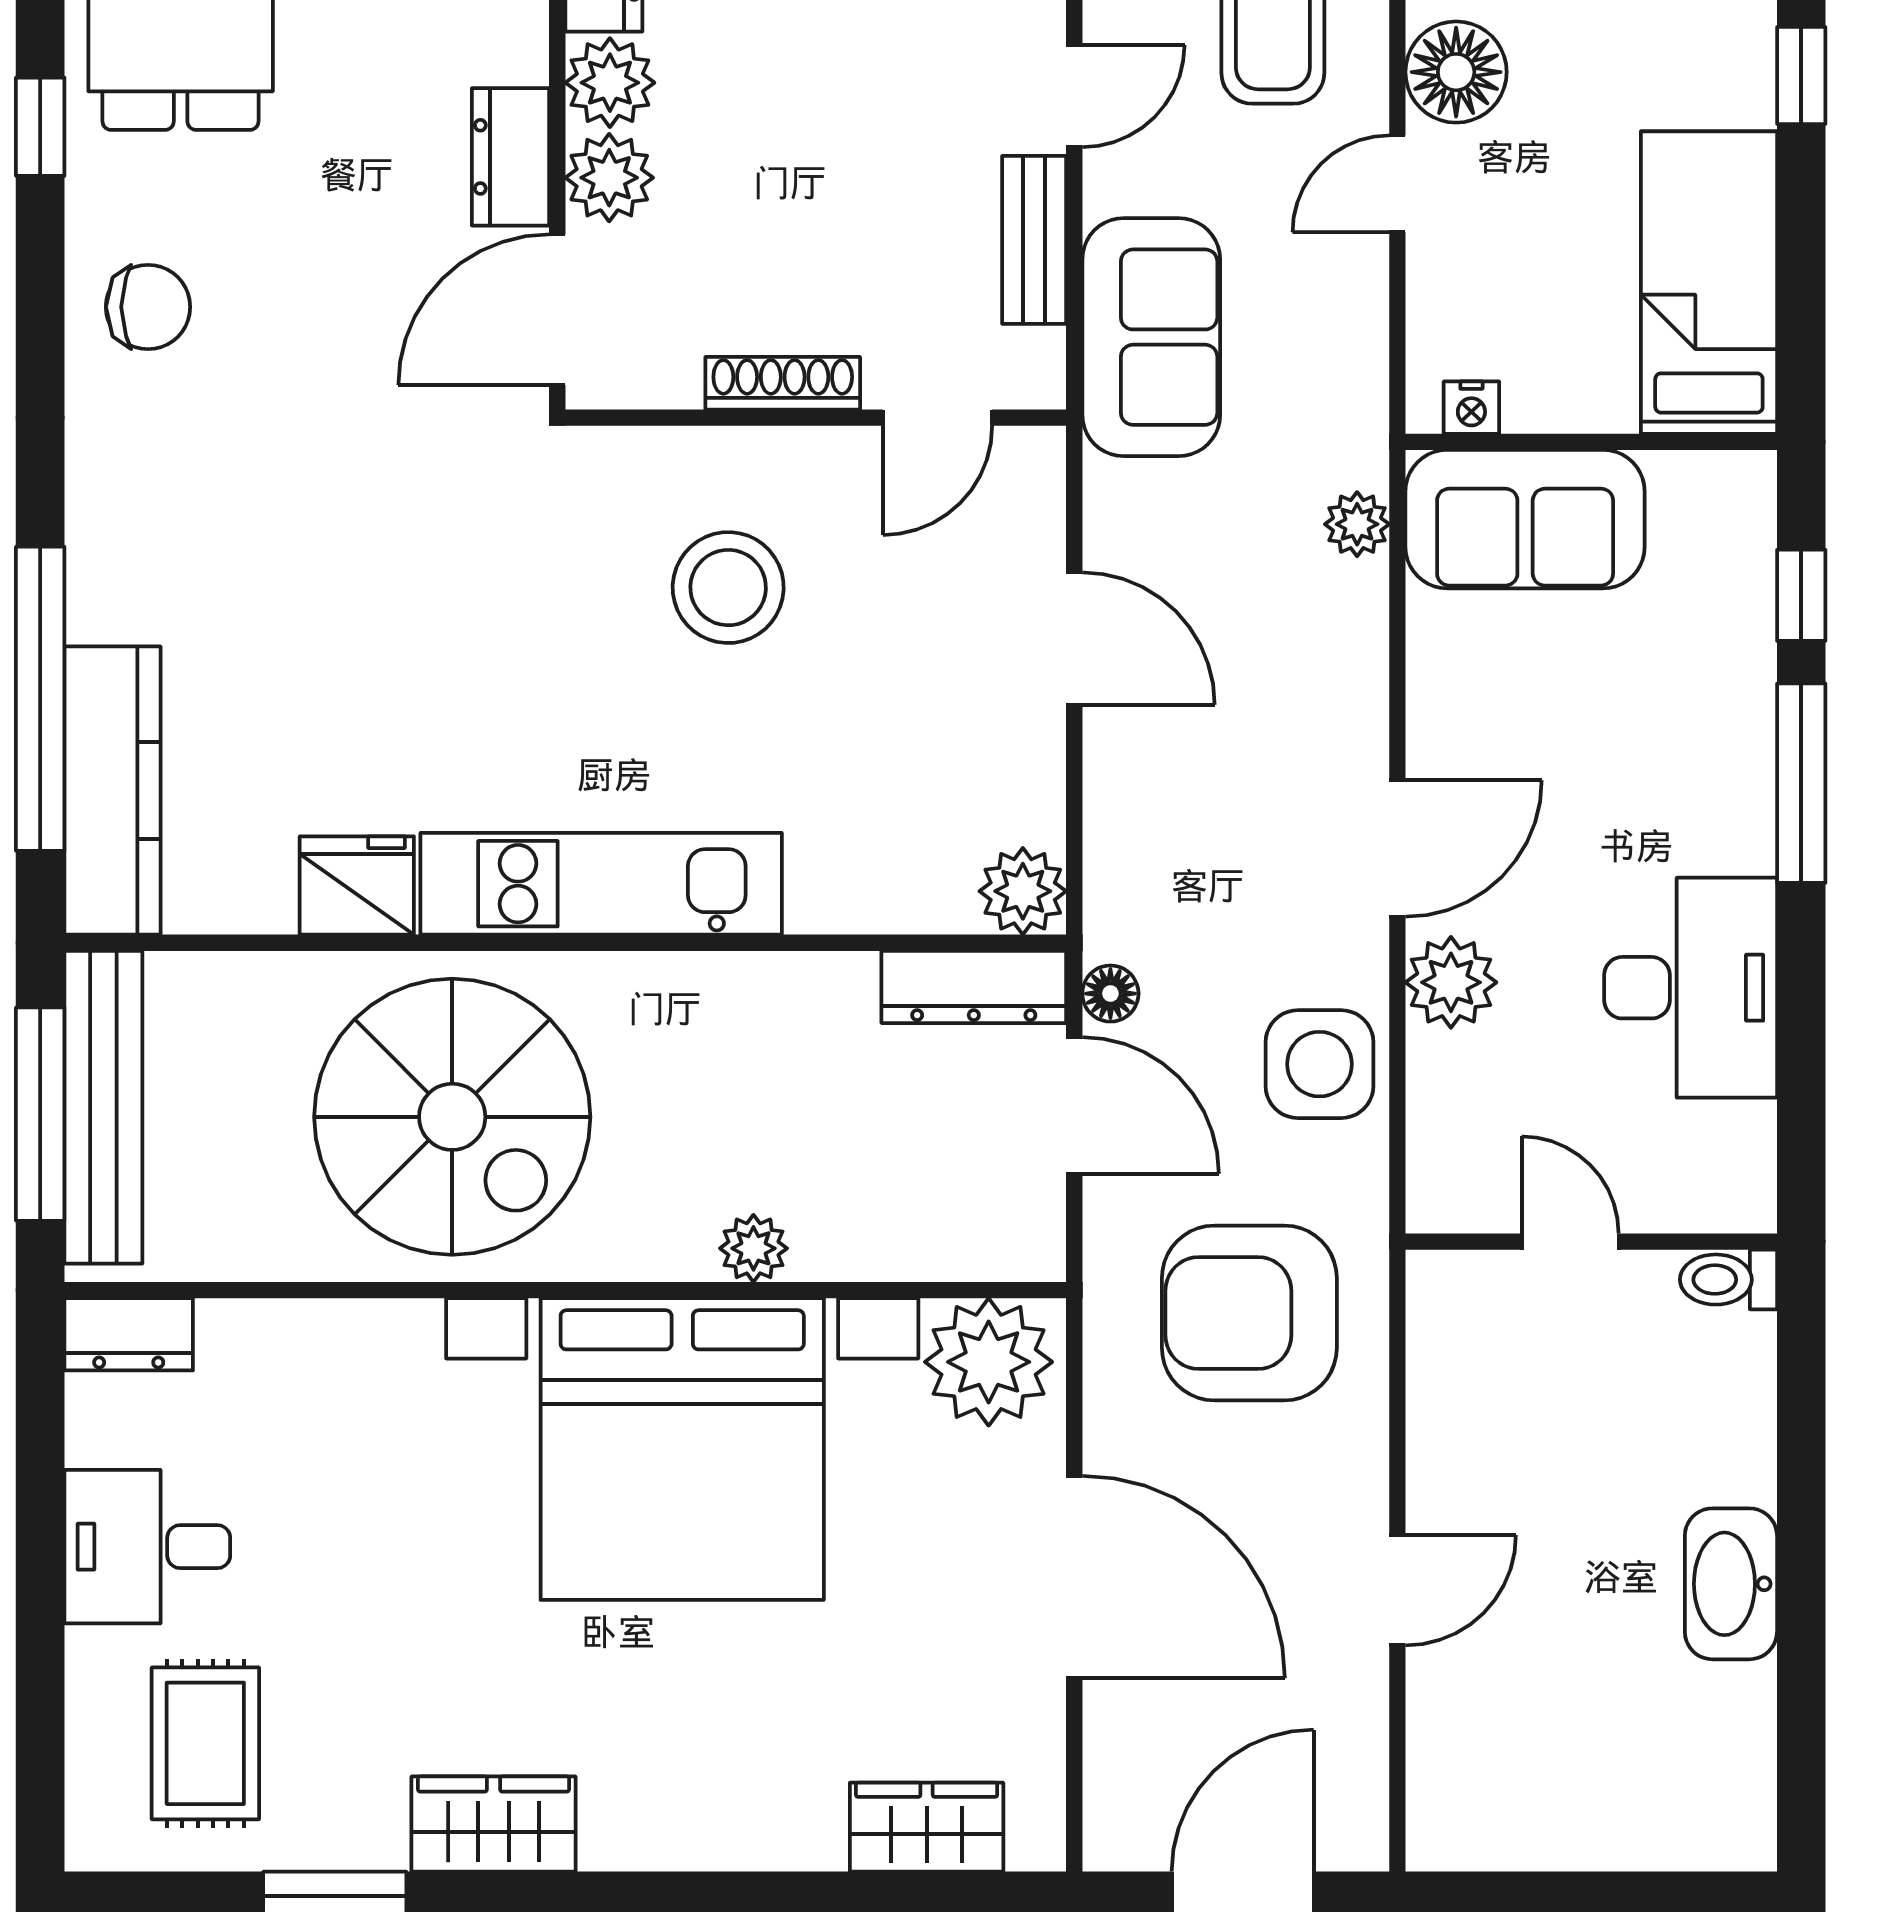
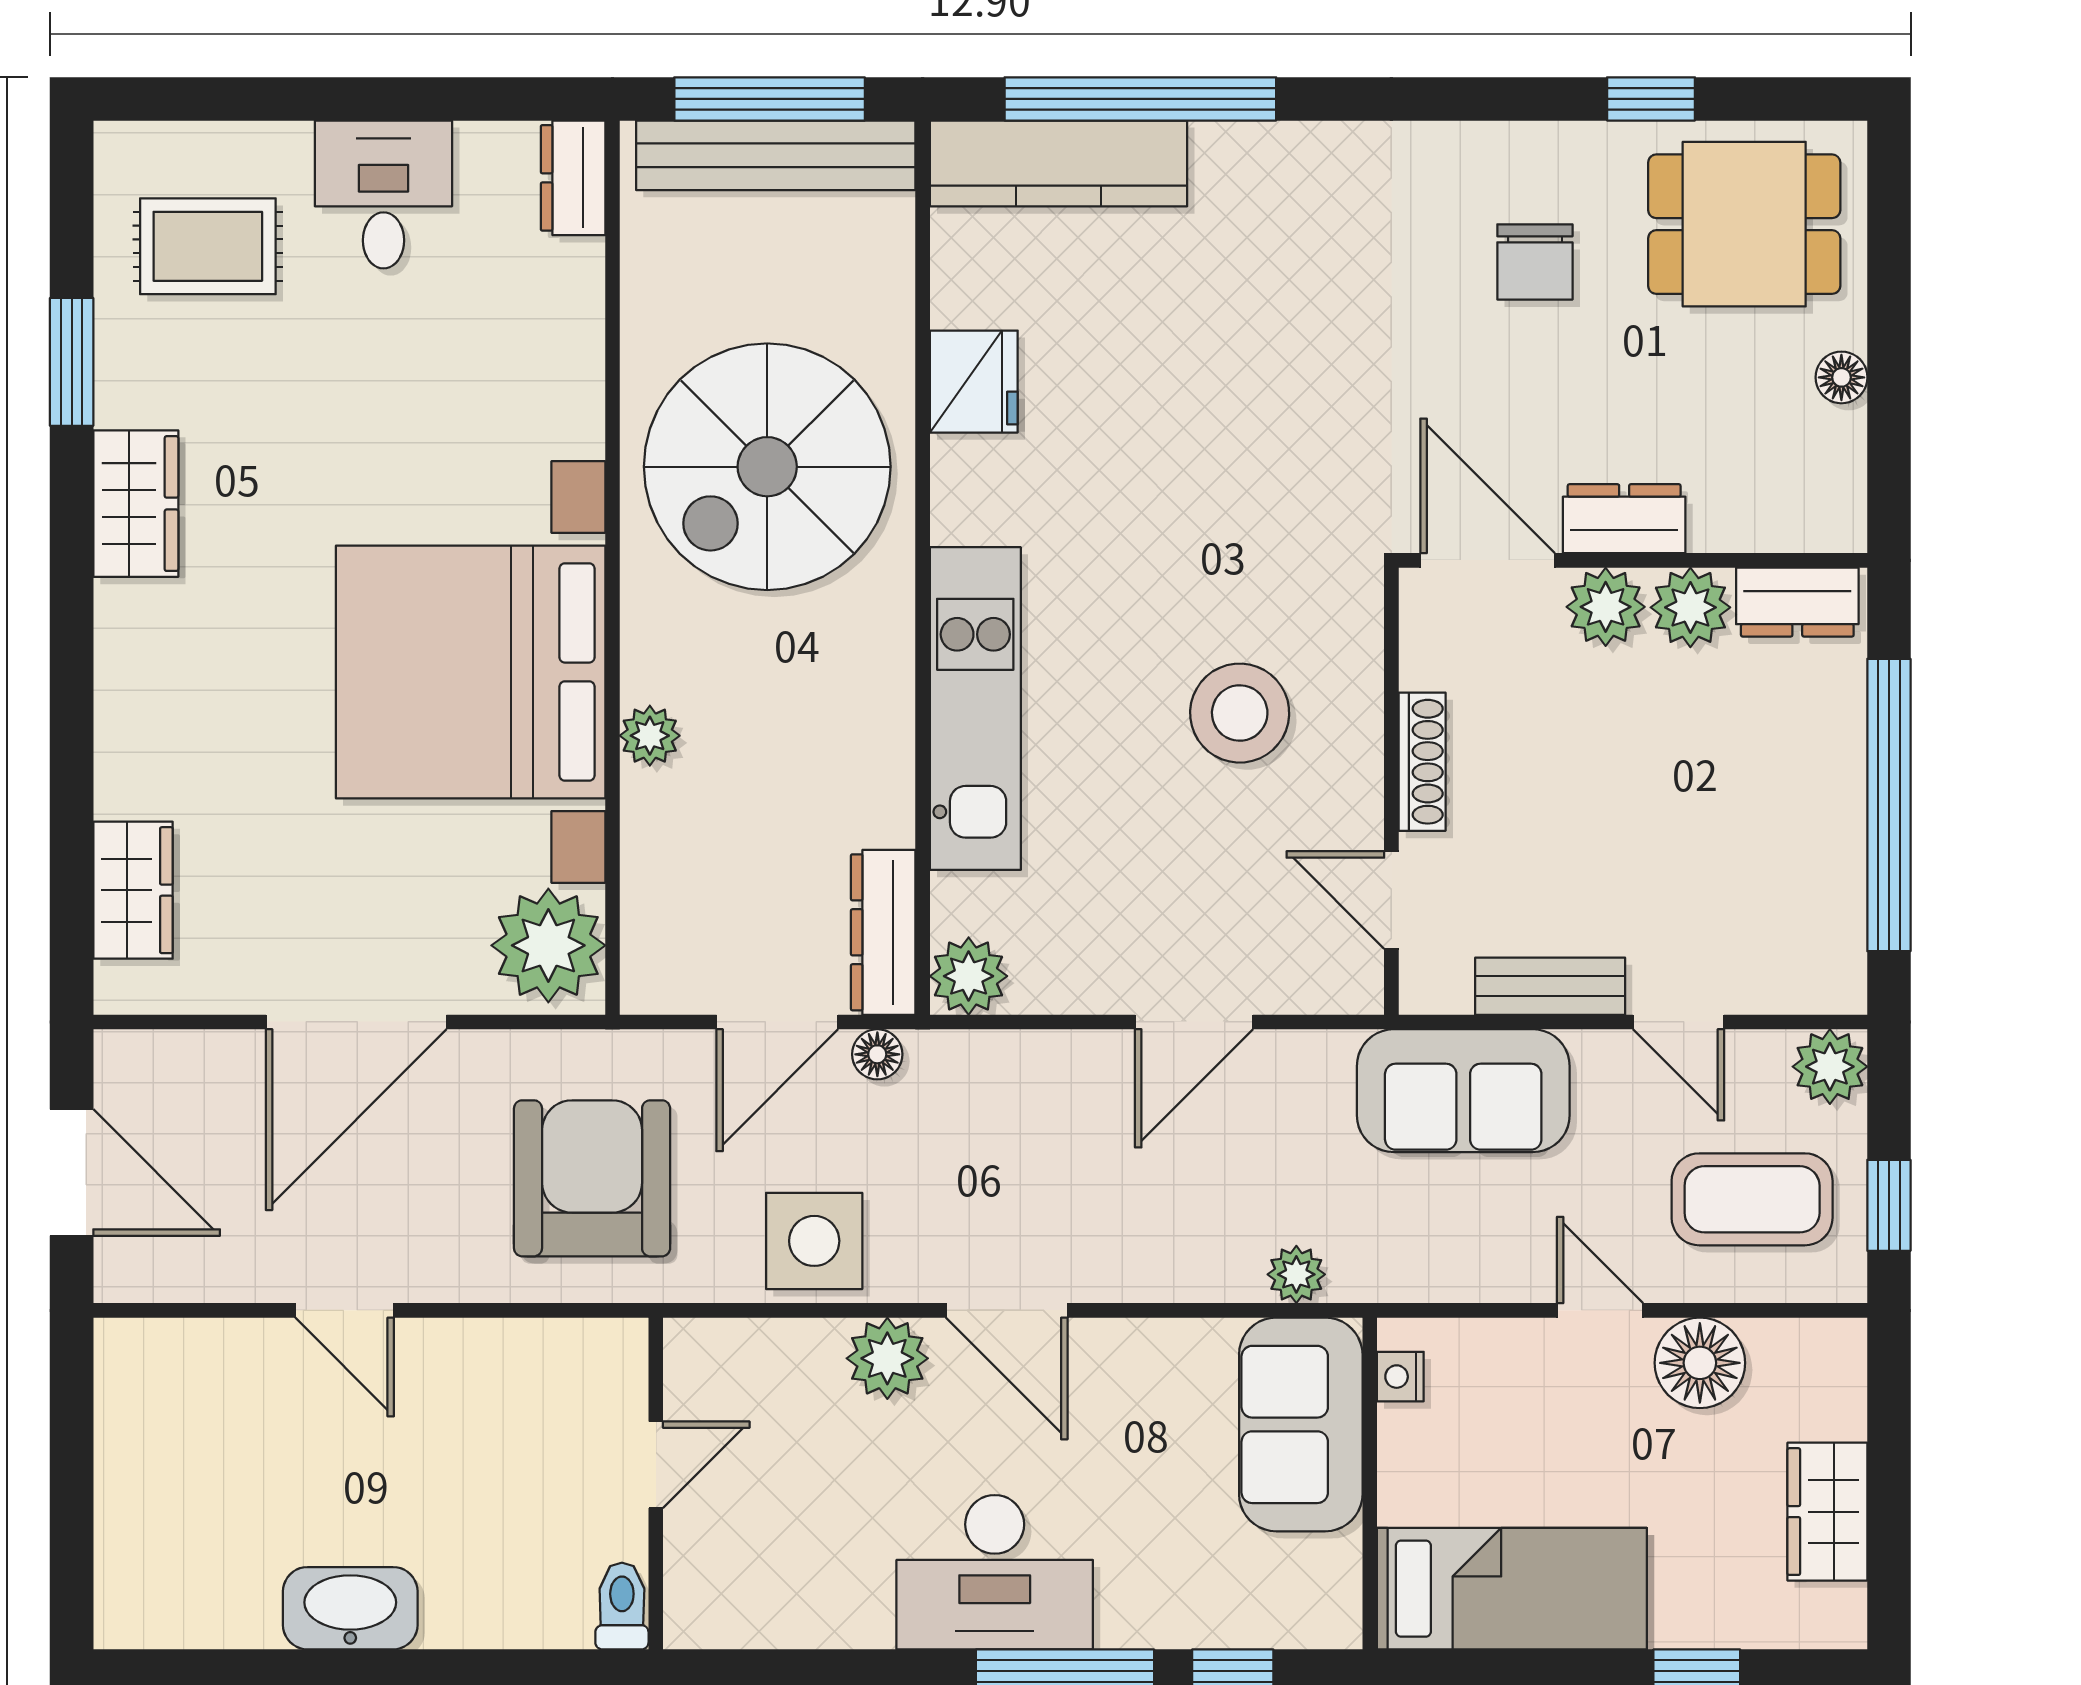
chair: (148, 307) -> (1535, 262), moved
kitchen unit: (601, 884) -> (975, 709), moved
desk: (1691, 988) -> (995, 1572), moved

